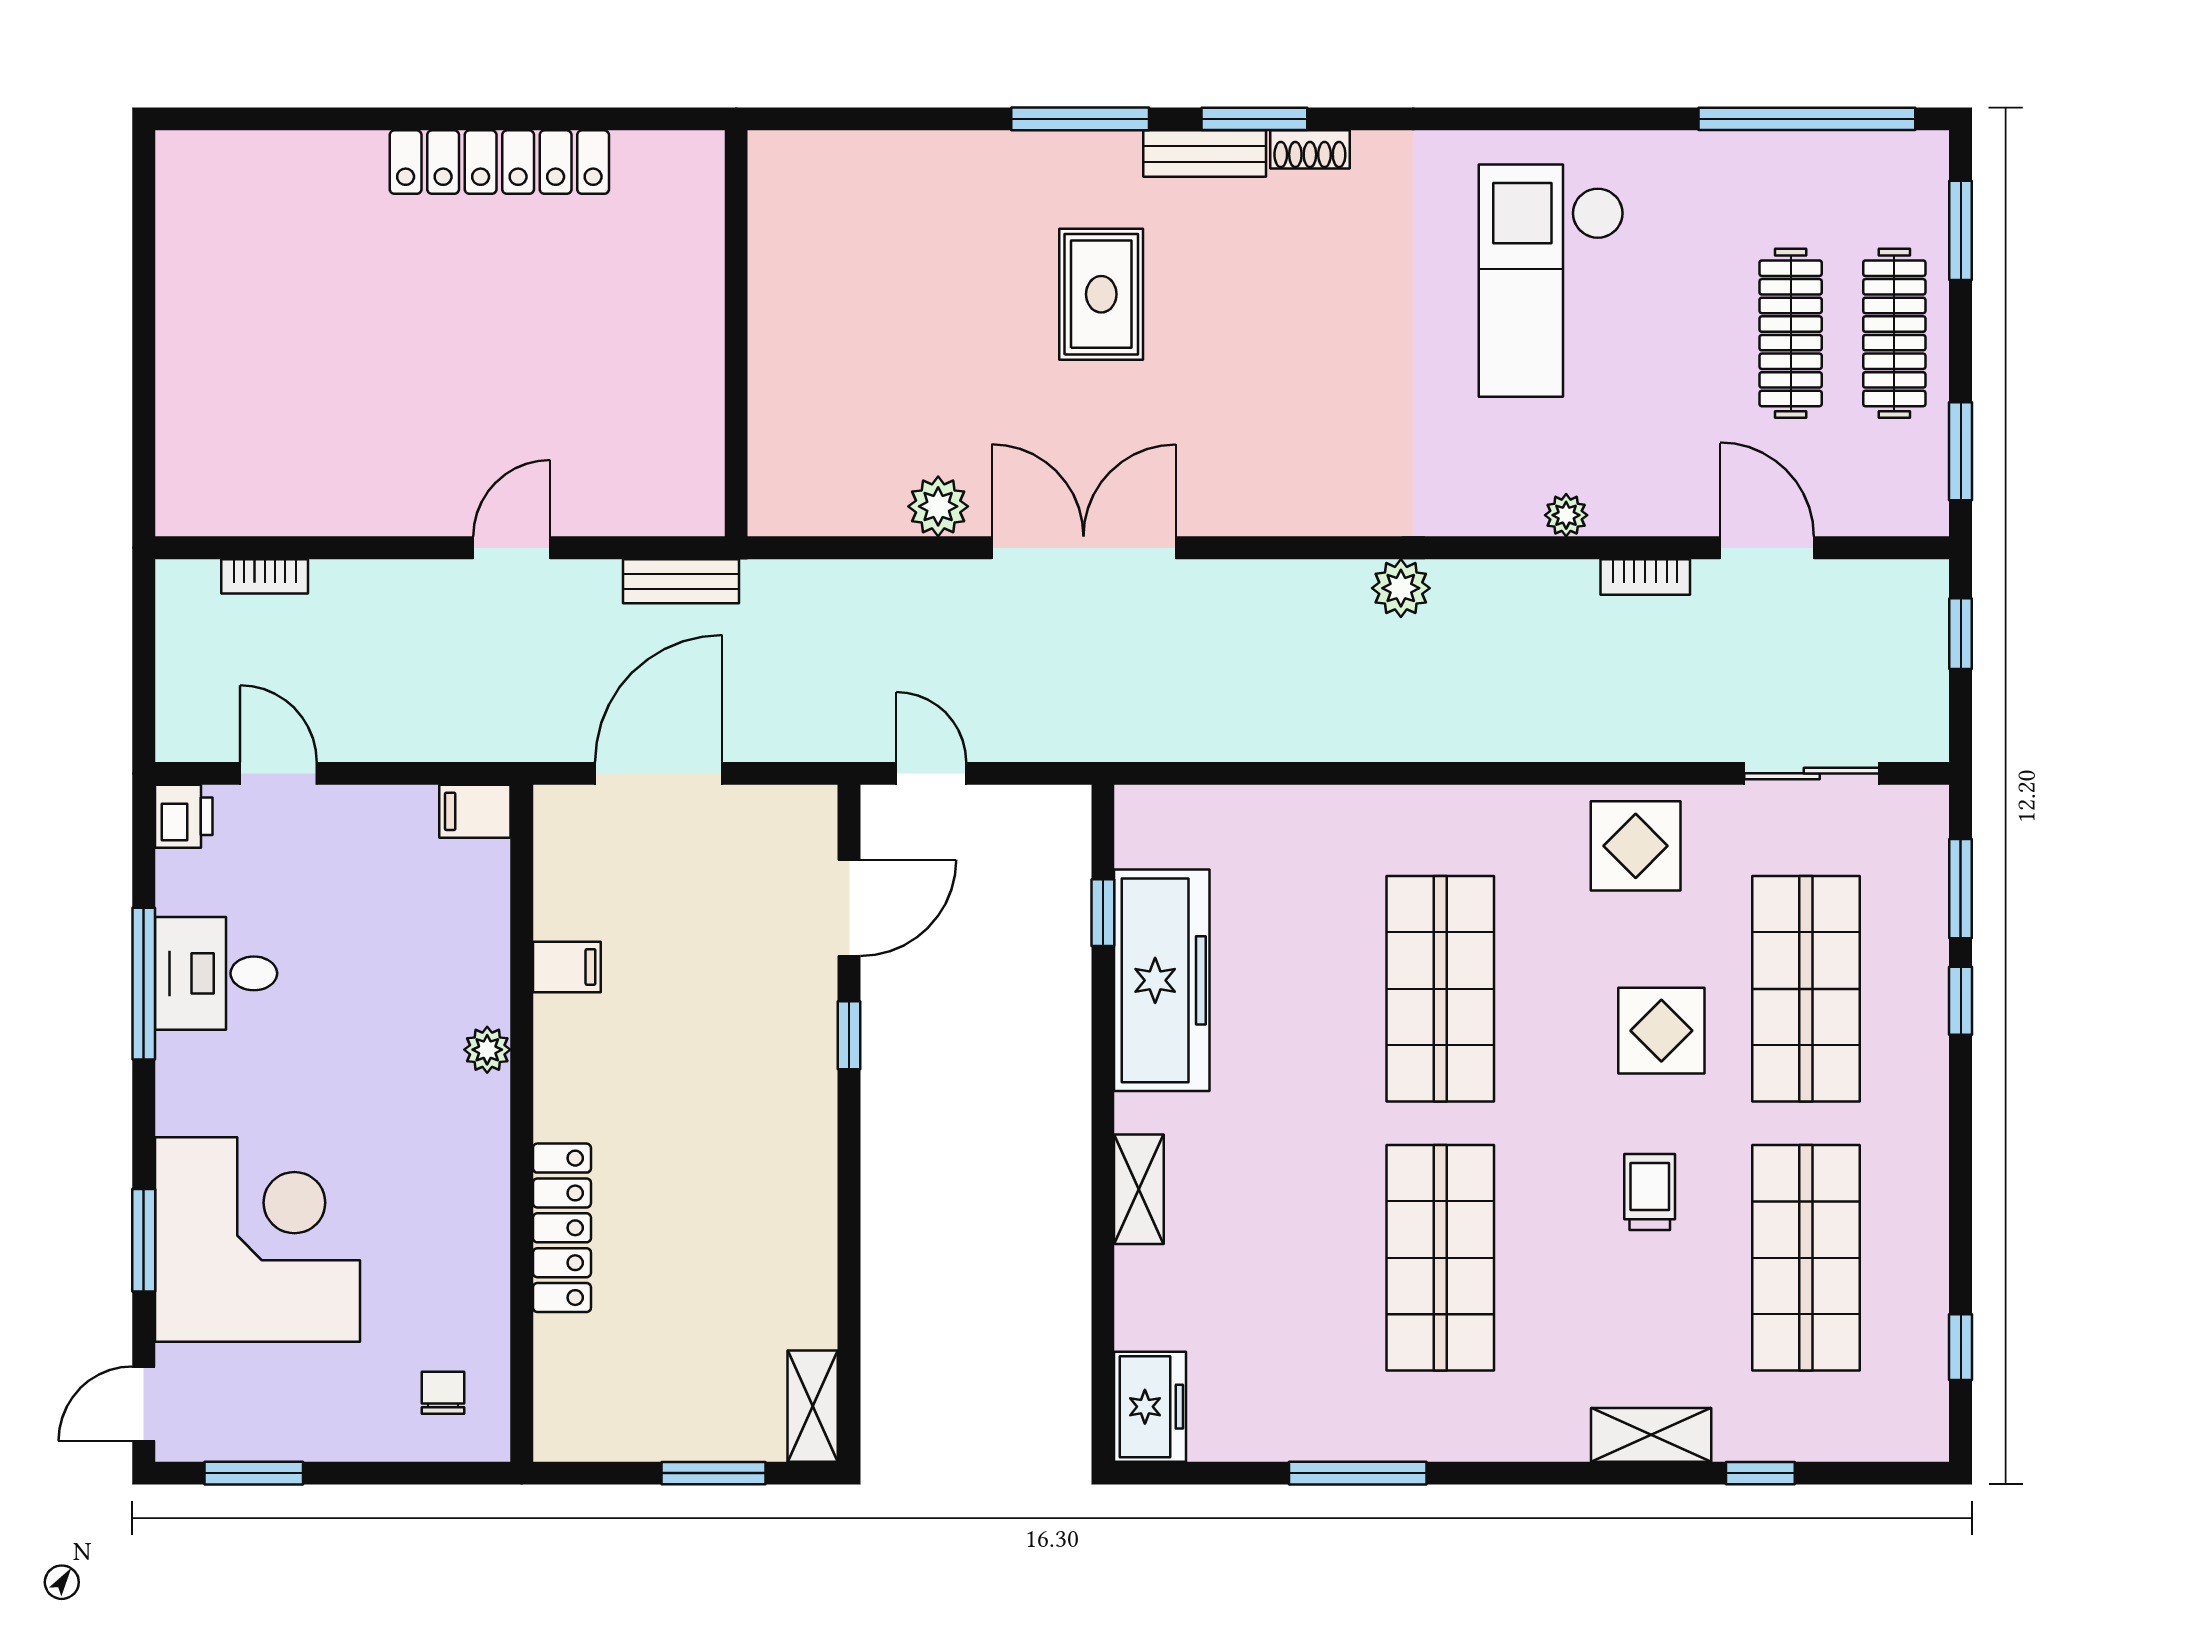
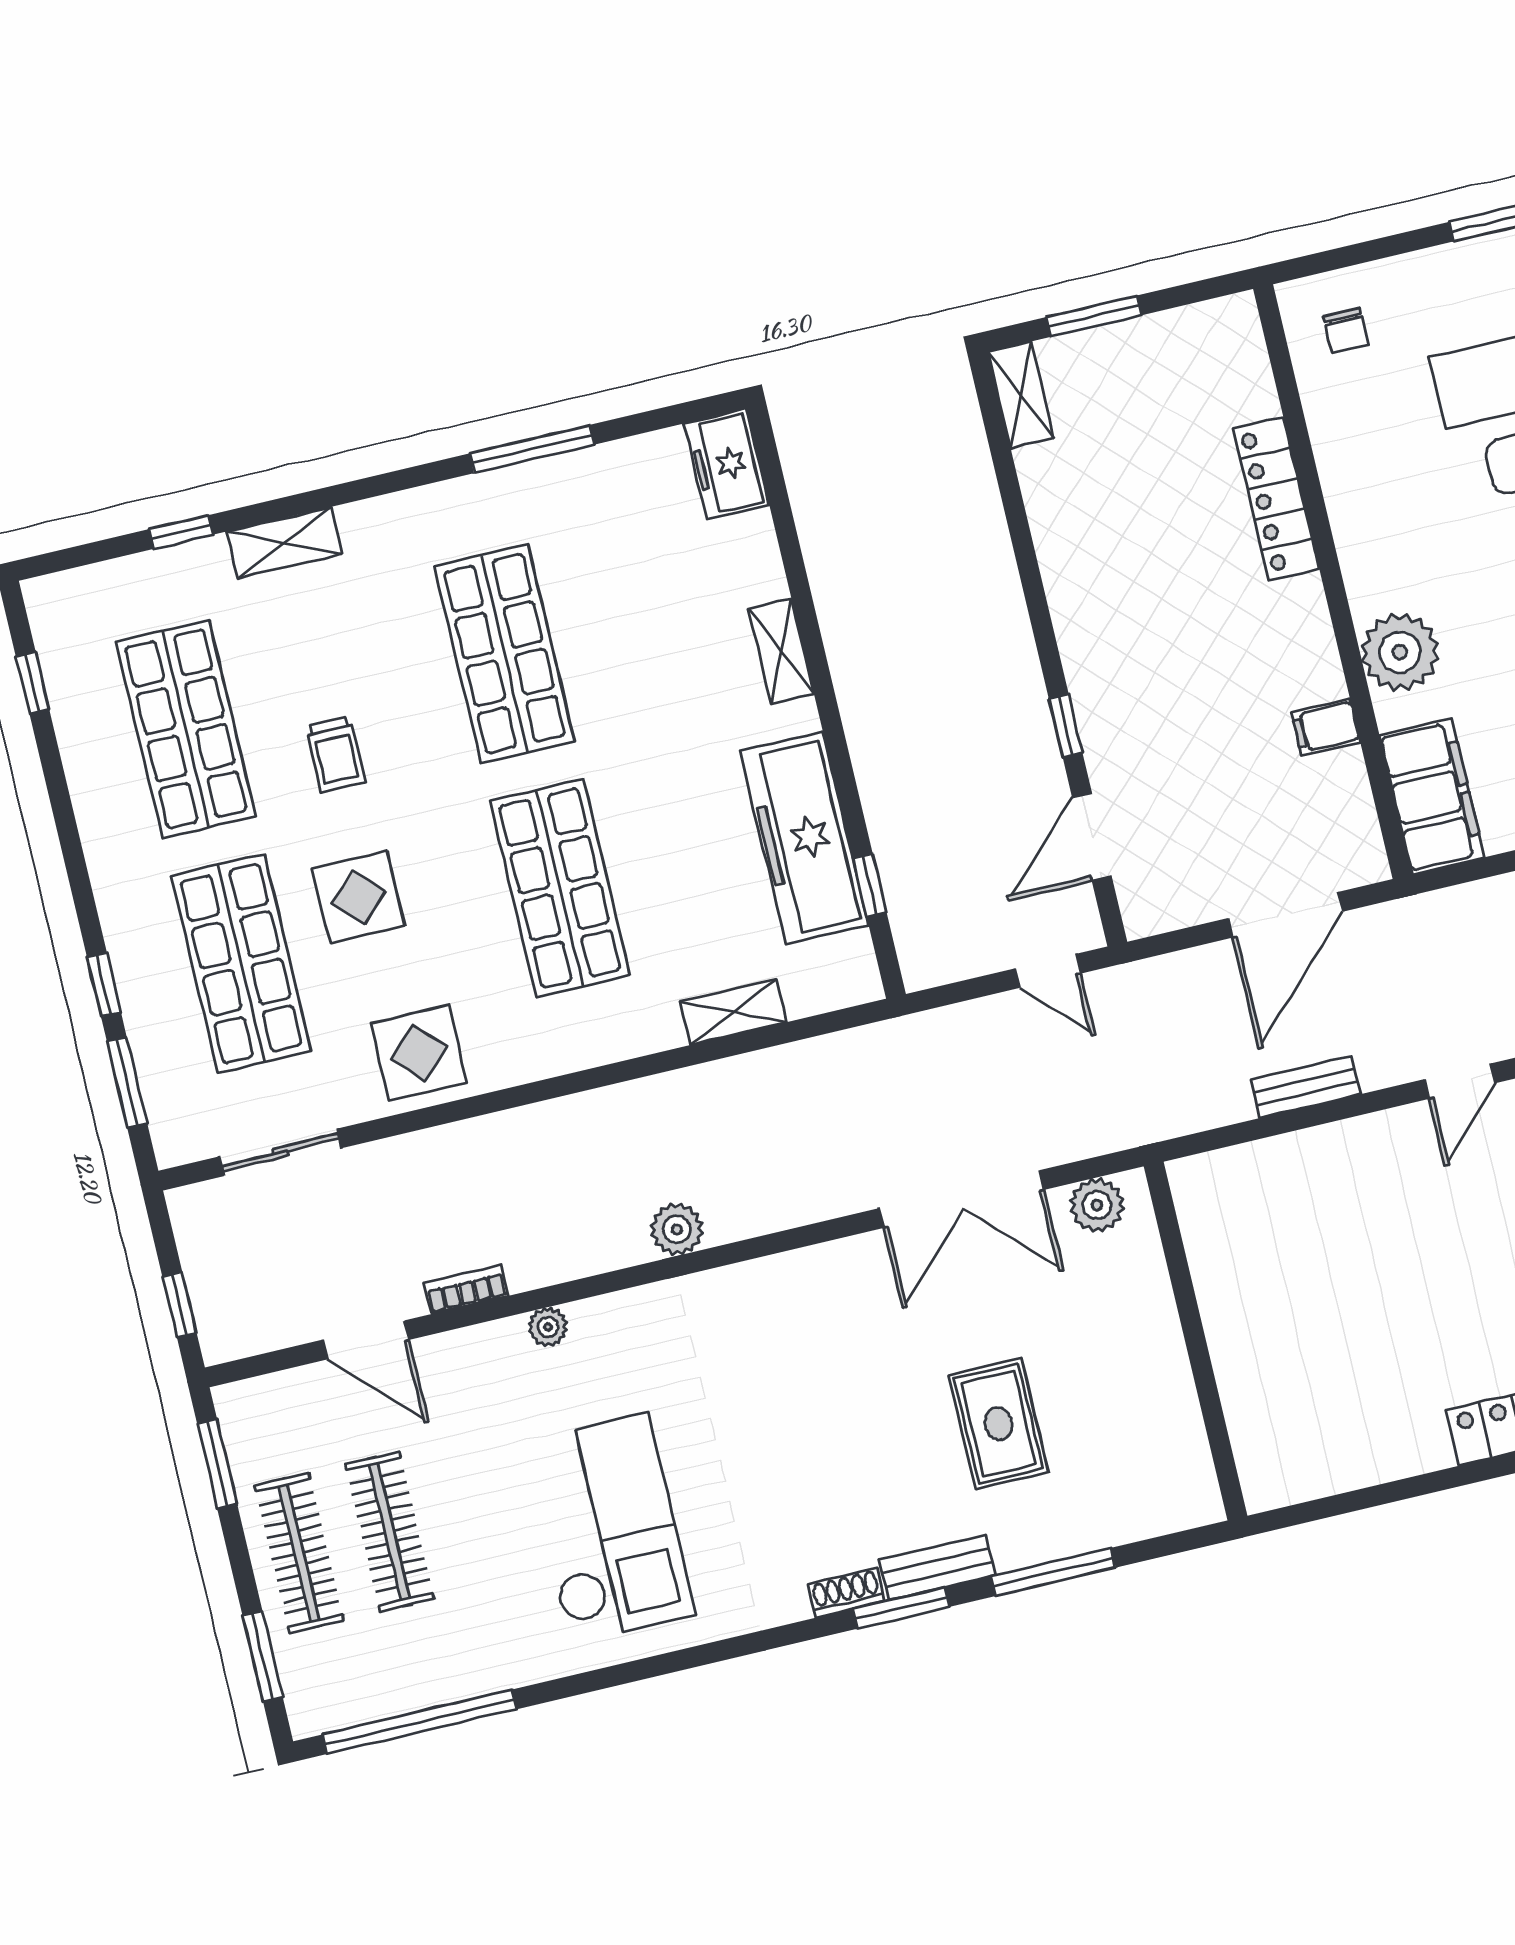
wall: (736, 333) -> (1196, 1341), moved
shelving: (1284, 809) -> (733, 1012), added
filing cabinet: (475, 811) -> (1432, 796), width x3.00, depth x1.17
plant: (487, 1050) -> (1400, 652), width x1.88, depth x1.88

